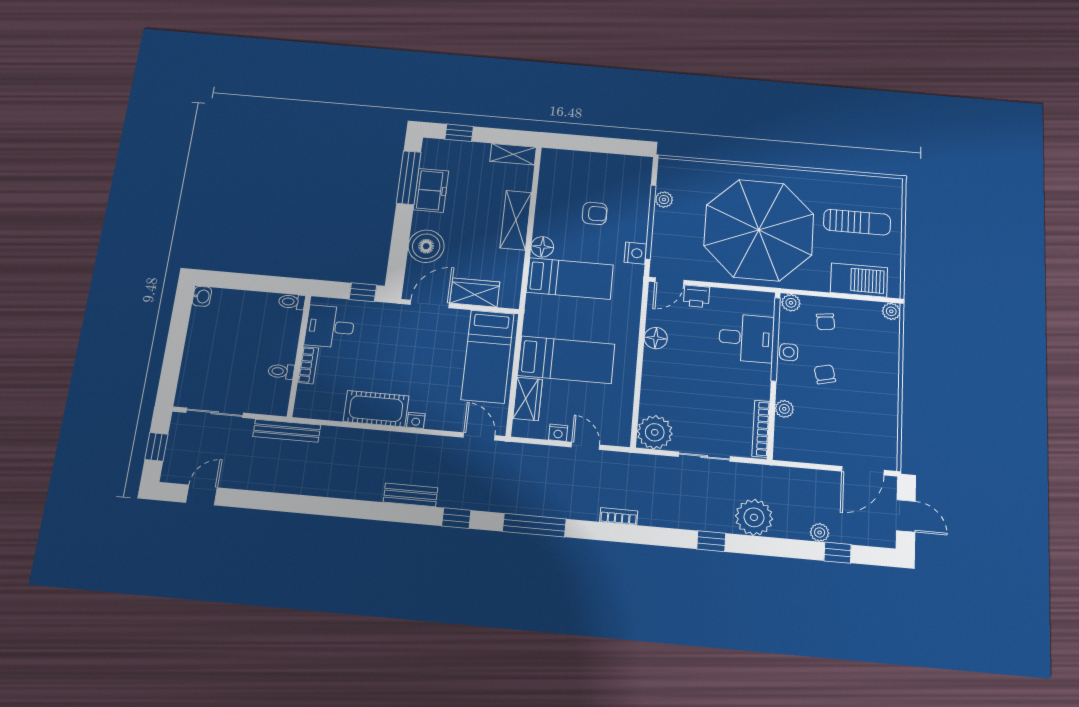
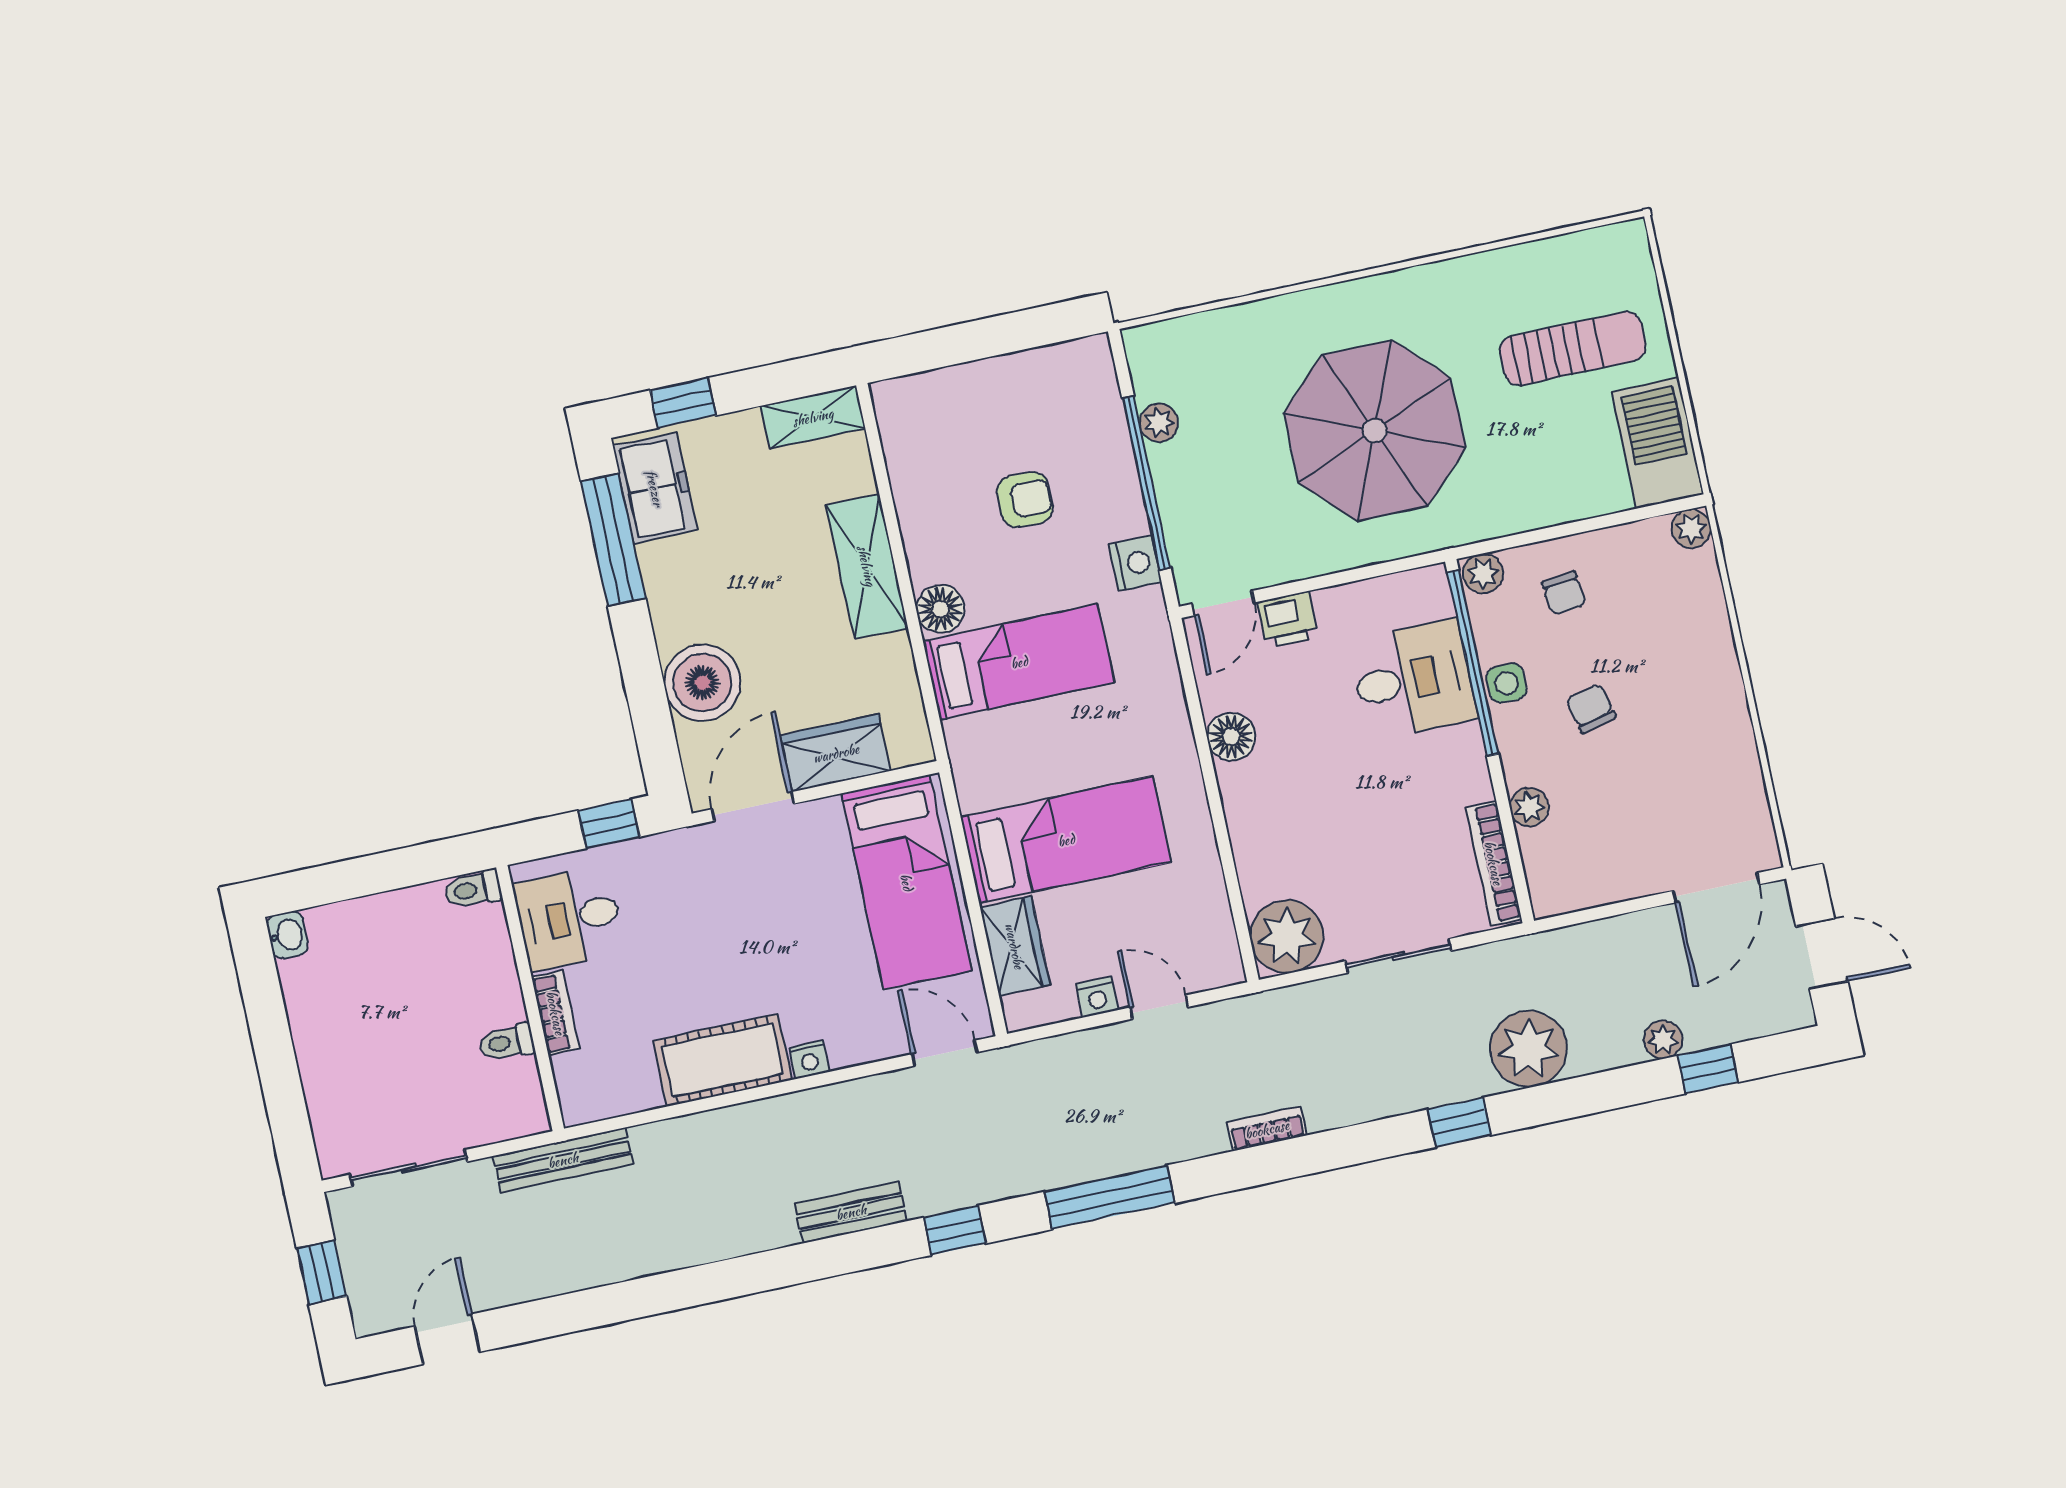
freezer: (431, 190) -> (655, 488), moved
parasol: (759, 230) -> (1375, 430), width x0.73, depth x0.73
barbecue: (859, 280) -> (1658, 443), moved, turned -90

